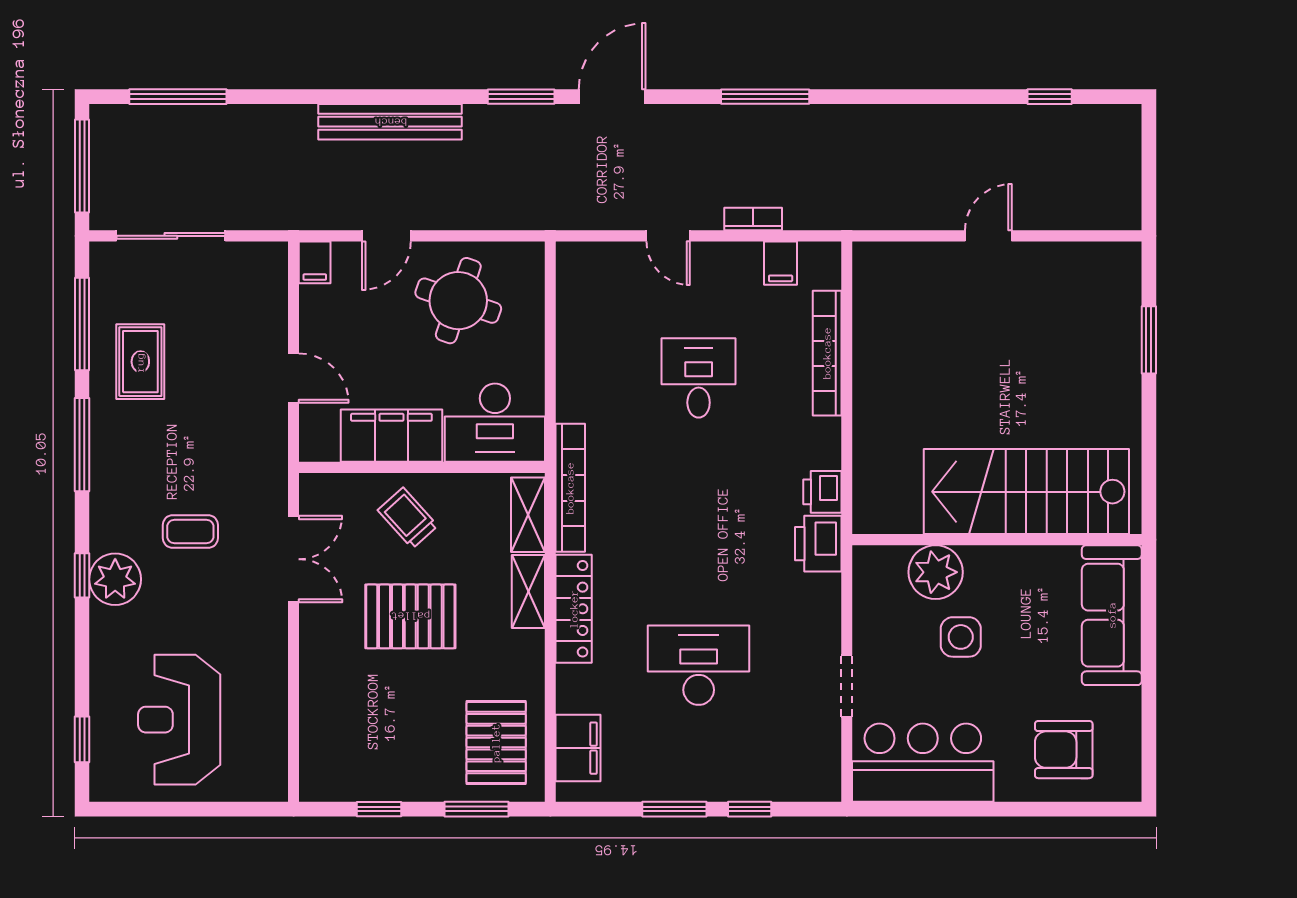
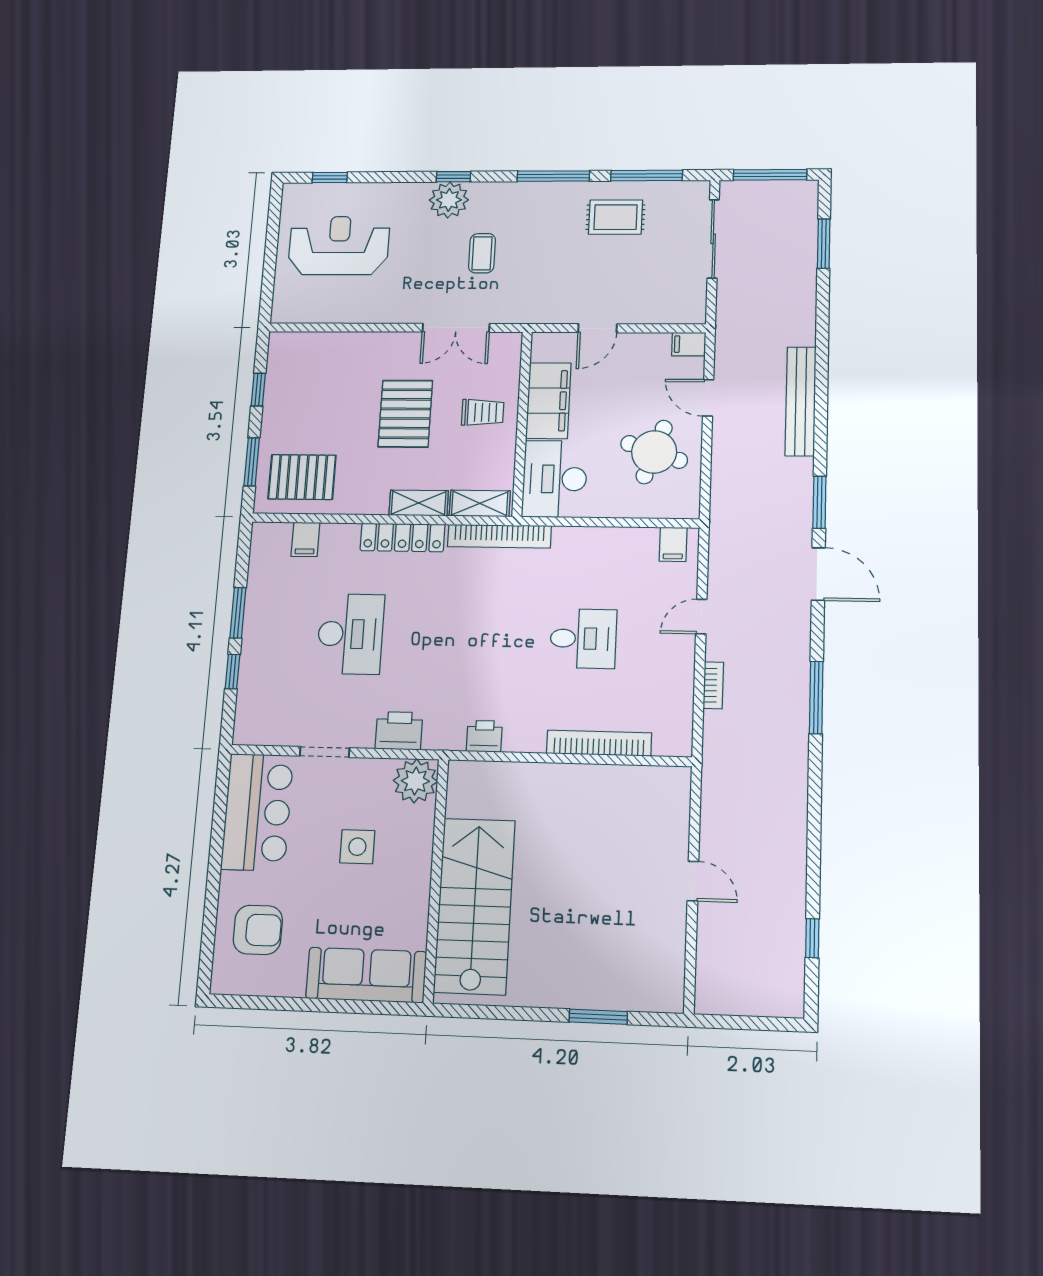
window: (178, 97) -> (824, 244), width x0.69
filing cabinet: (781, 263) -> (673, 544), moved, turned -90
trolley: (408, 518) -> (483, 412), turned 42
printer: (818, 544) -> (399, 731), moved
plant: (936, 572) -> (415, 781), moved
filing cabinet: (578, 748) -> (305, 539), width x0.50
armchair: (1064, 750) -> (258, 930), turned 90

